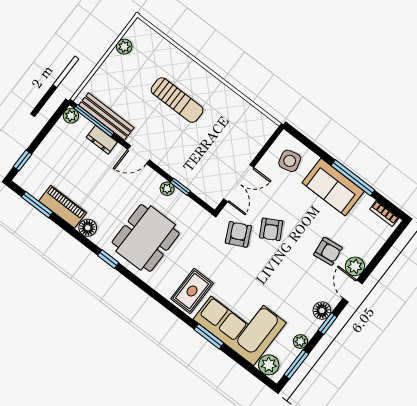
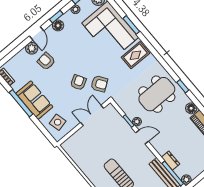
door: (138, 155) -> (142, 137), moved
armchair: (238, 234) -> (99, 84), turned -99

